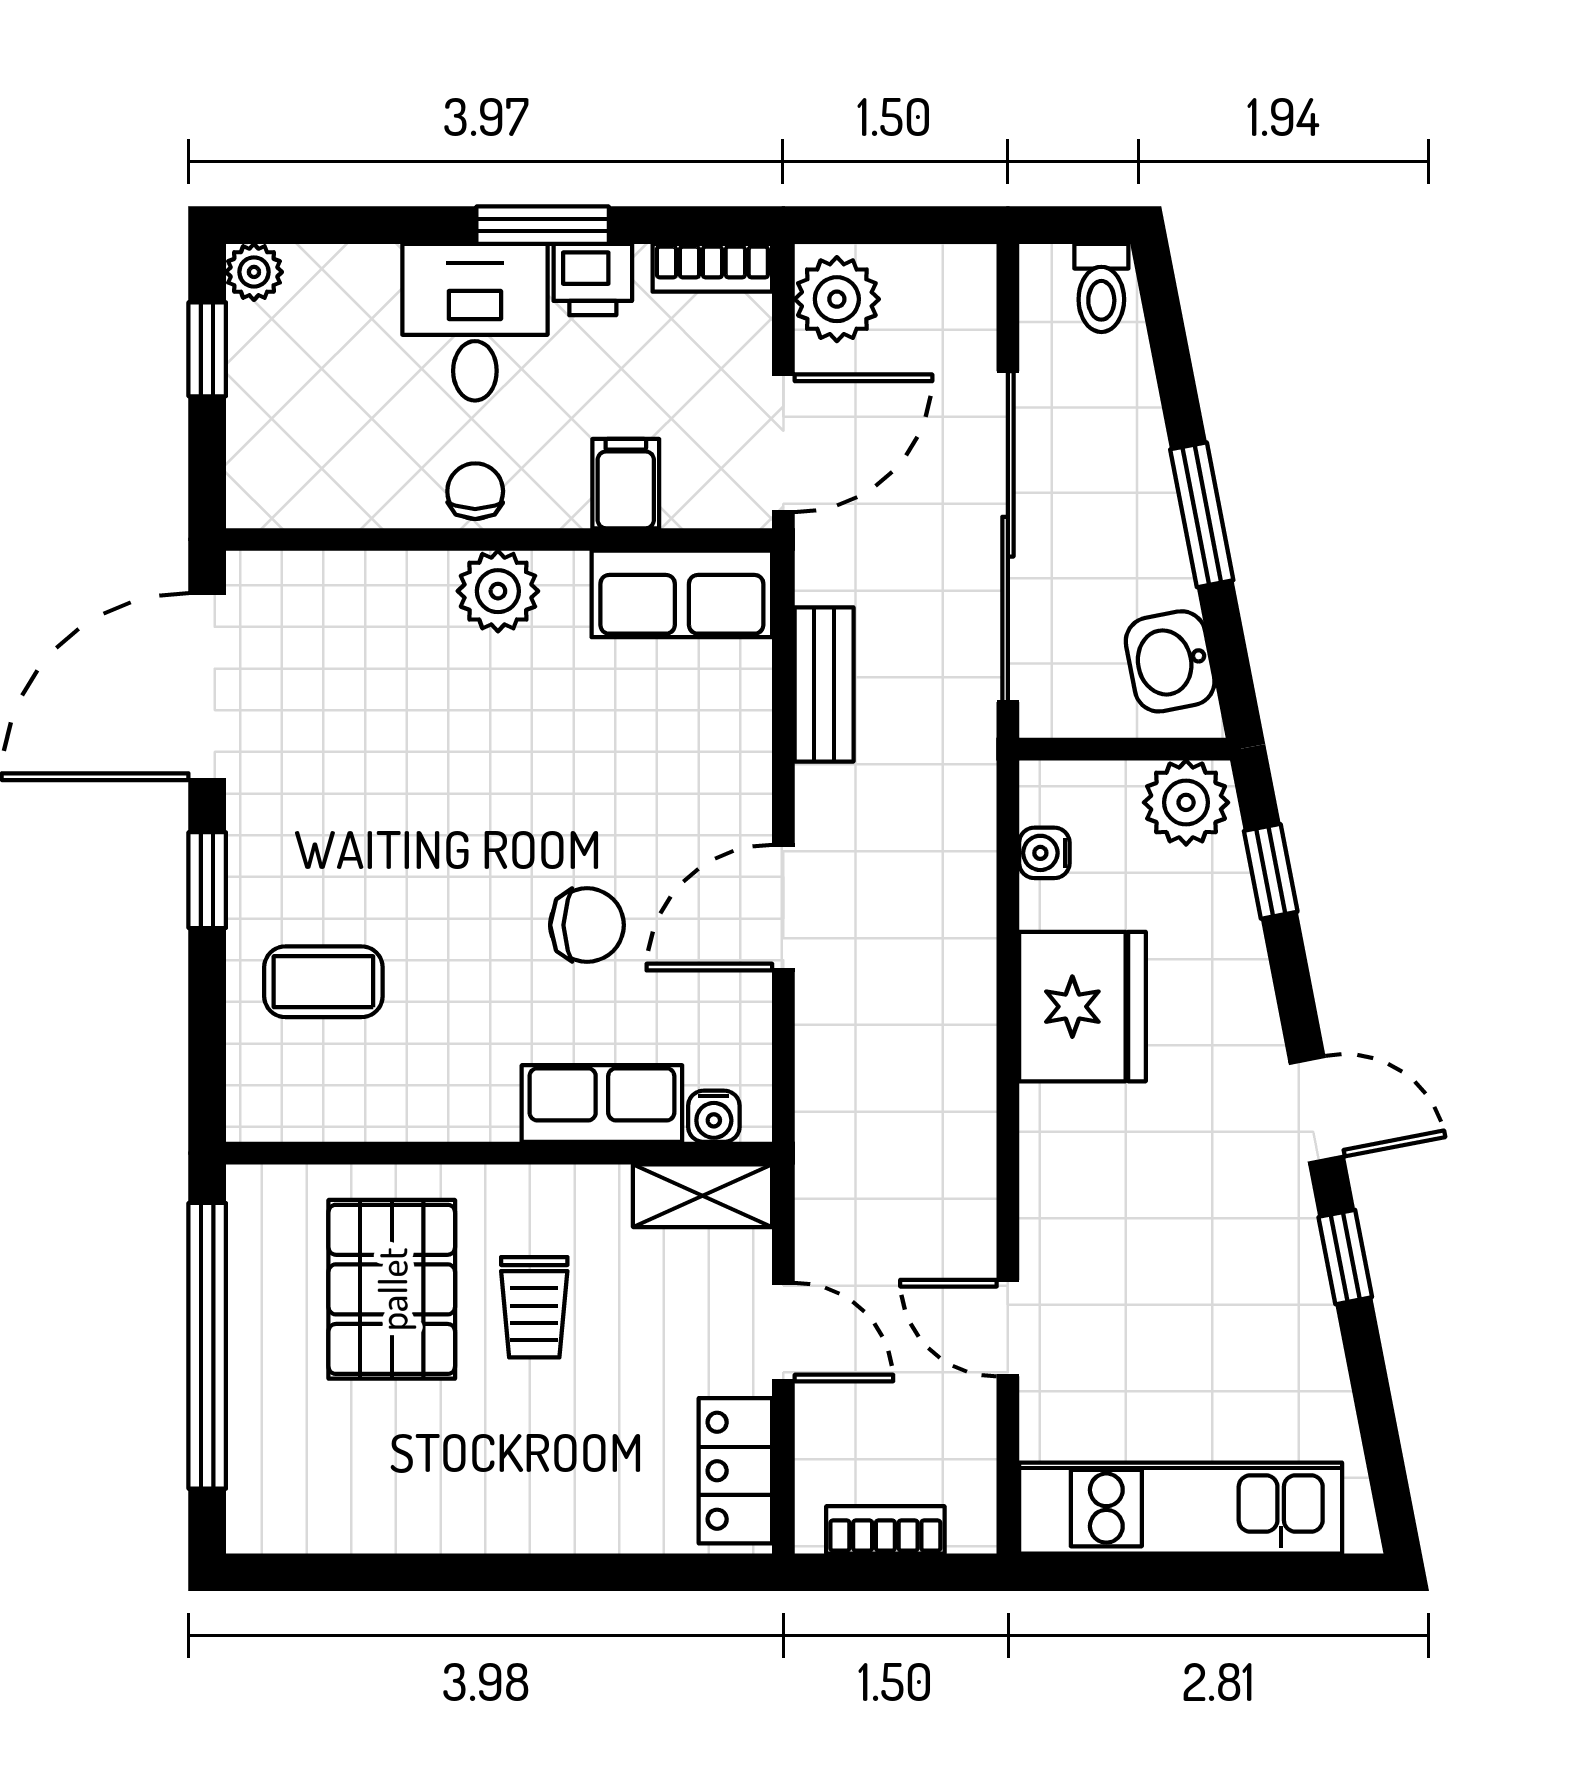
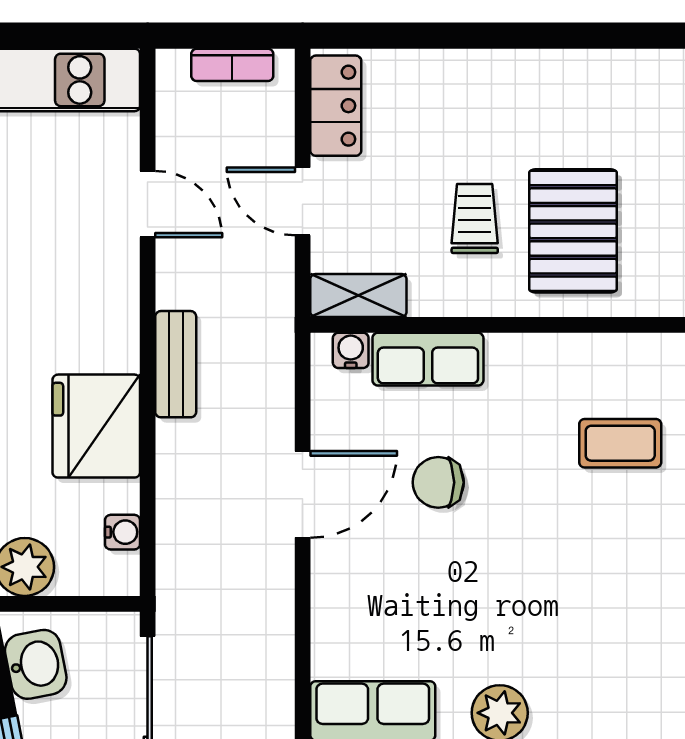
bench: (824, 684) -> (176, 364), moved

